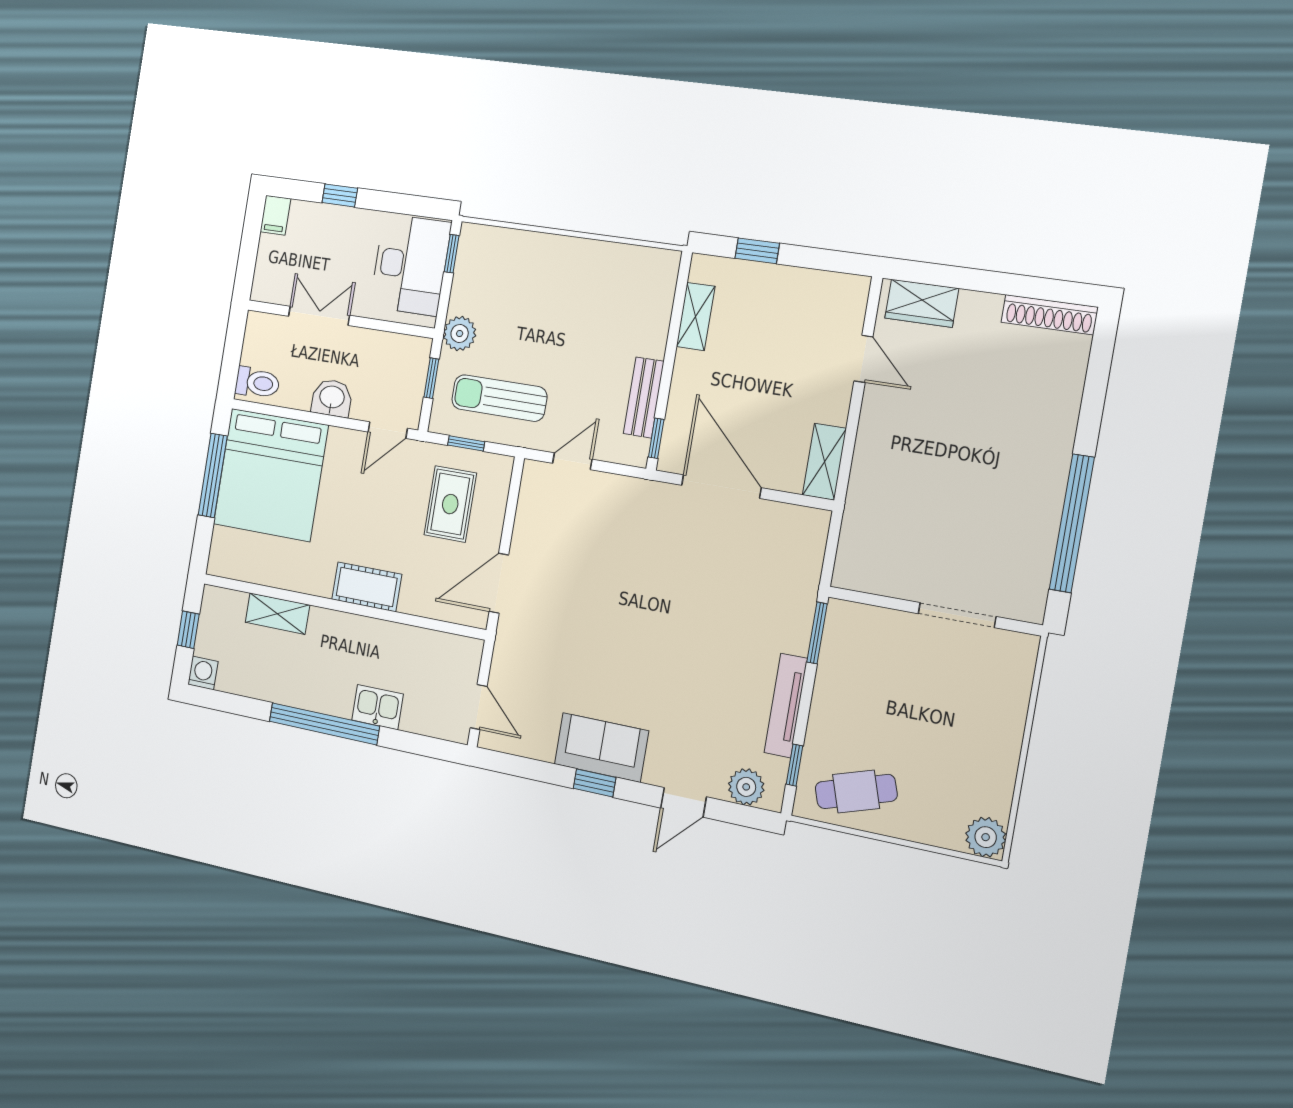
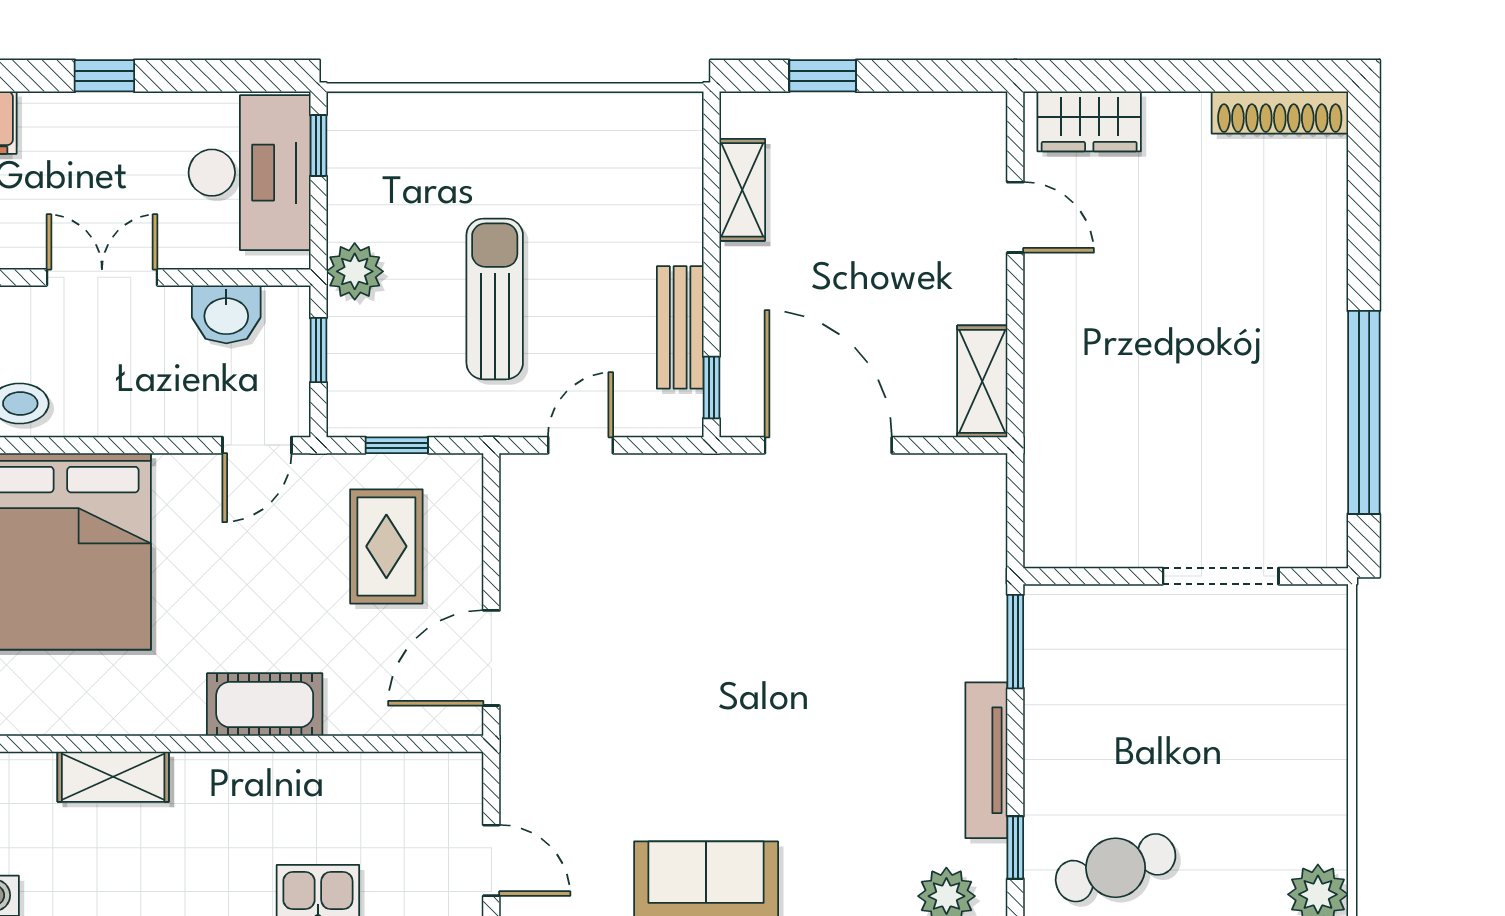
washbasin: (332, 398) -> (226, 314), moved, turned 180
sun lounger: (499, 398) -> (495, 299), moved, turned 90

